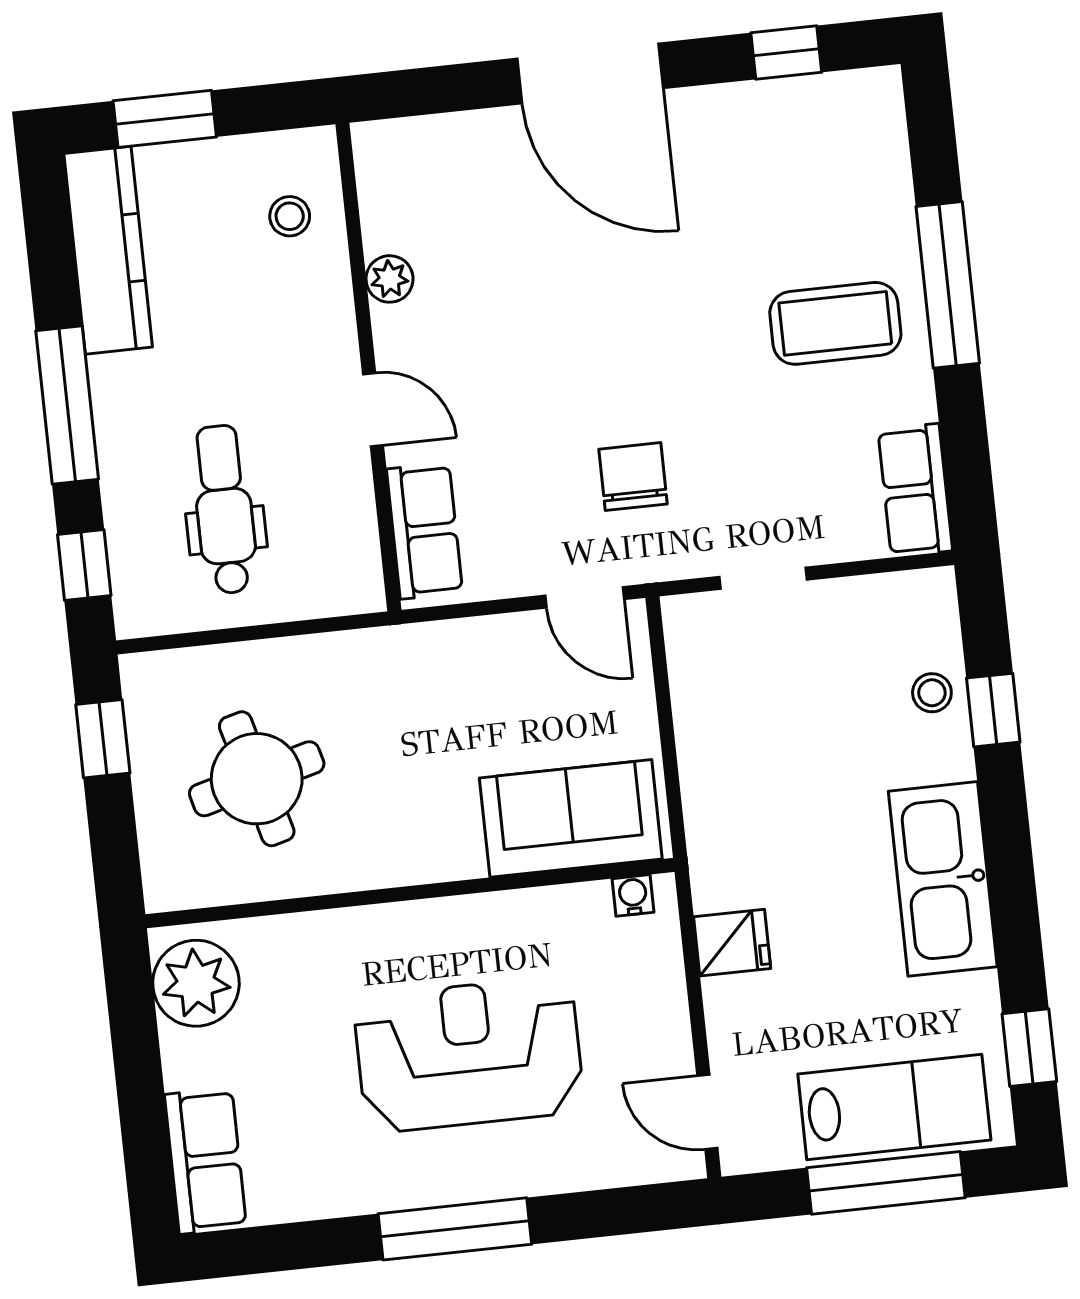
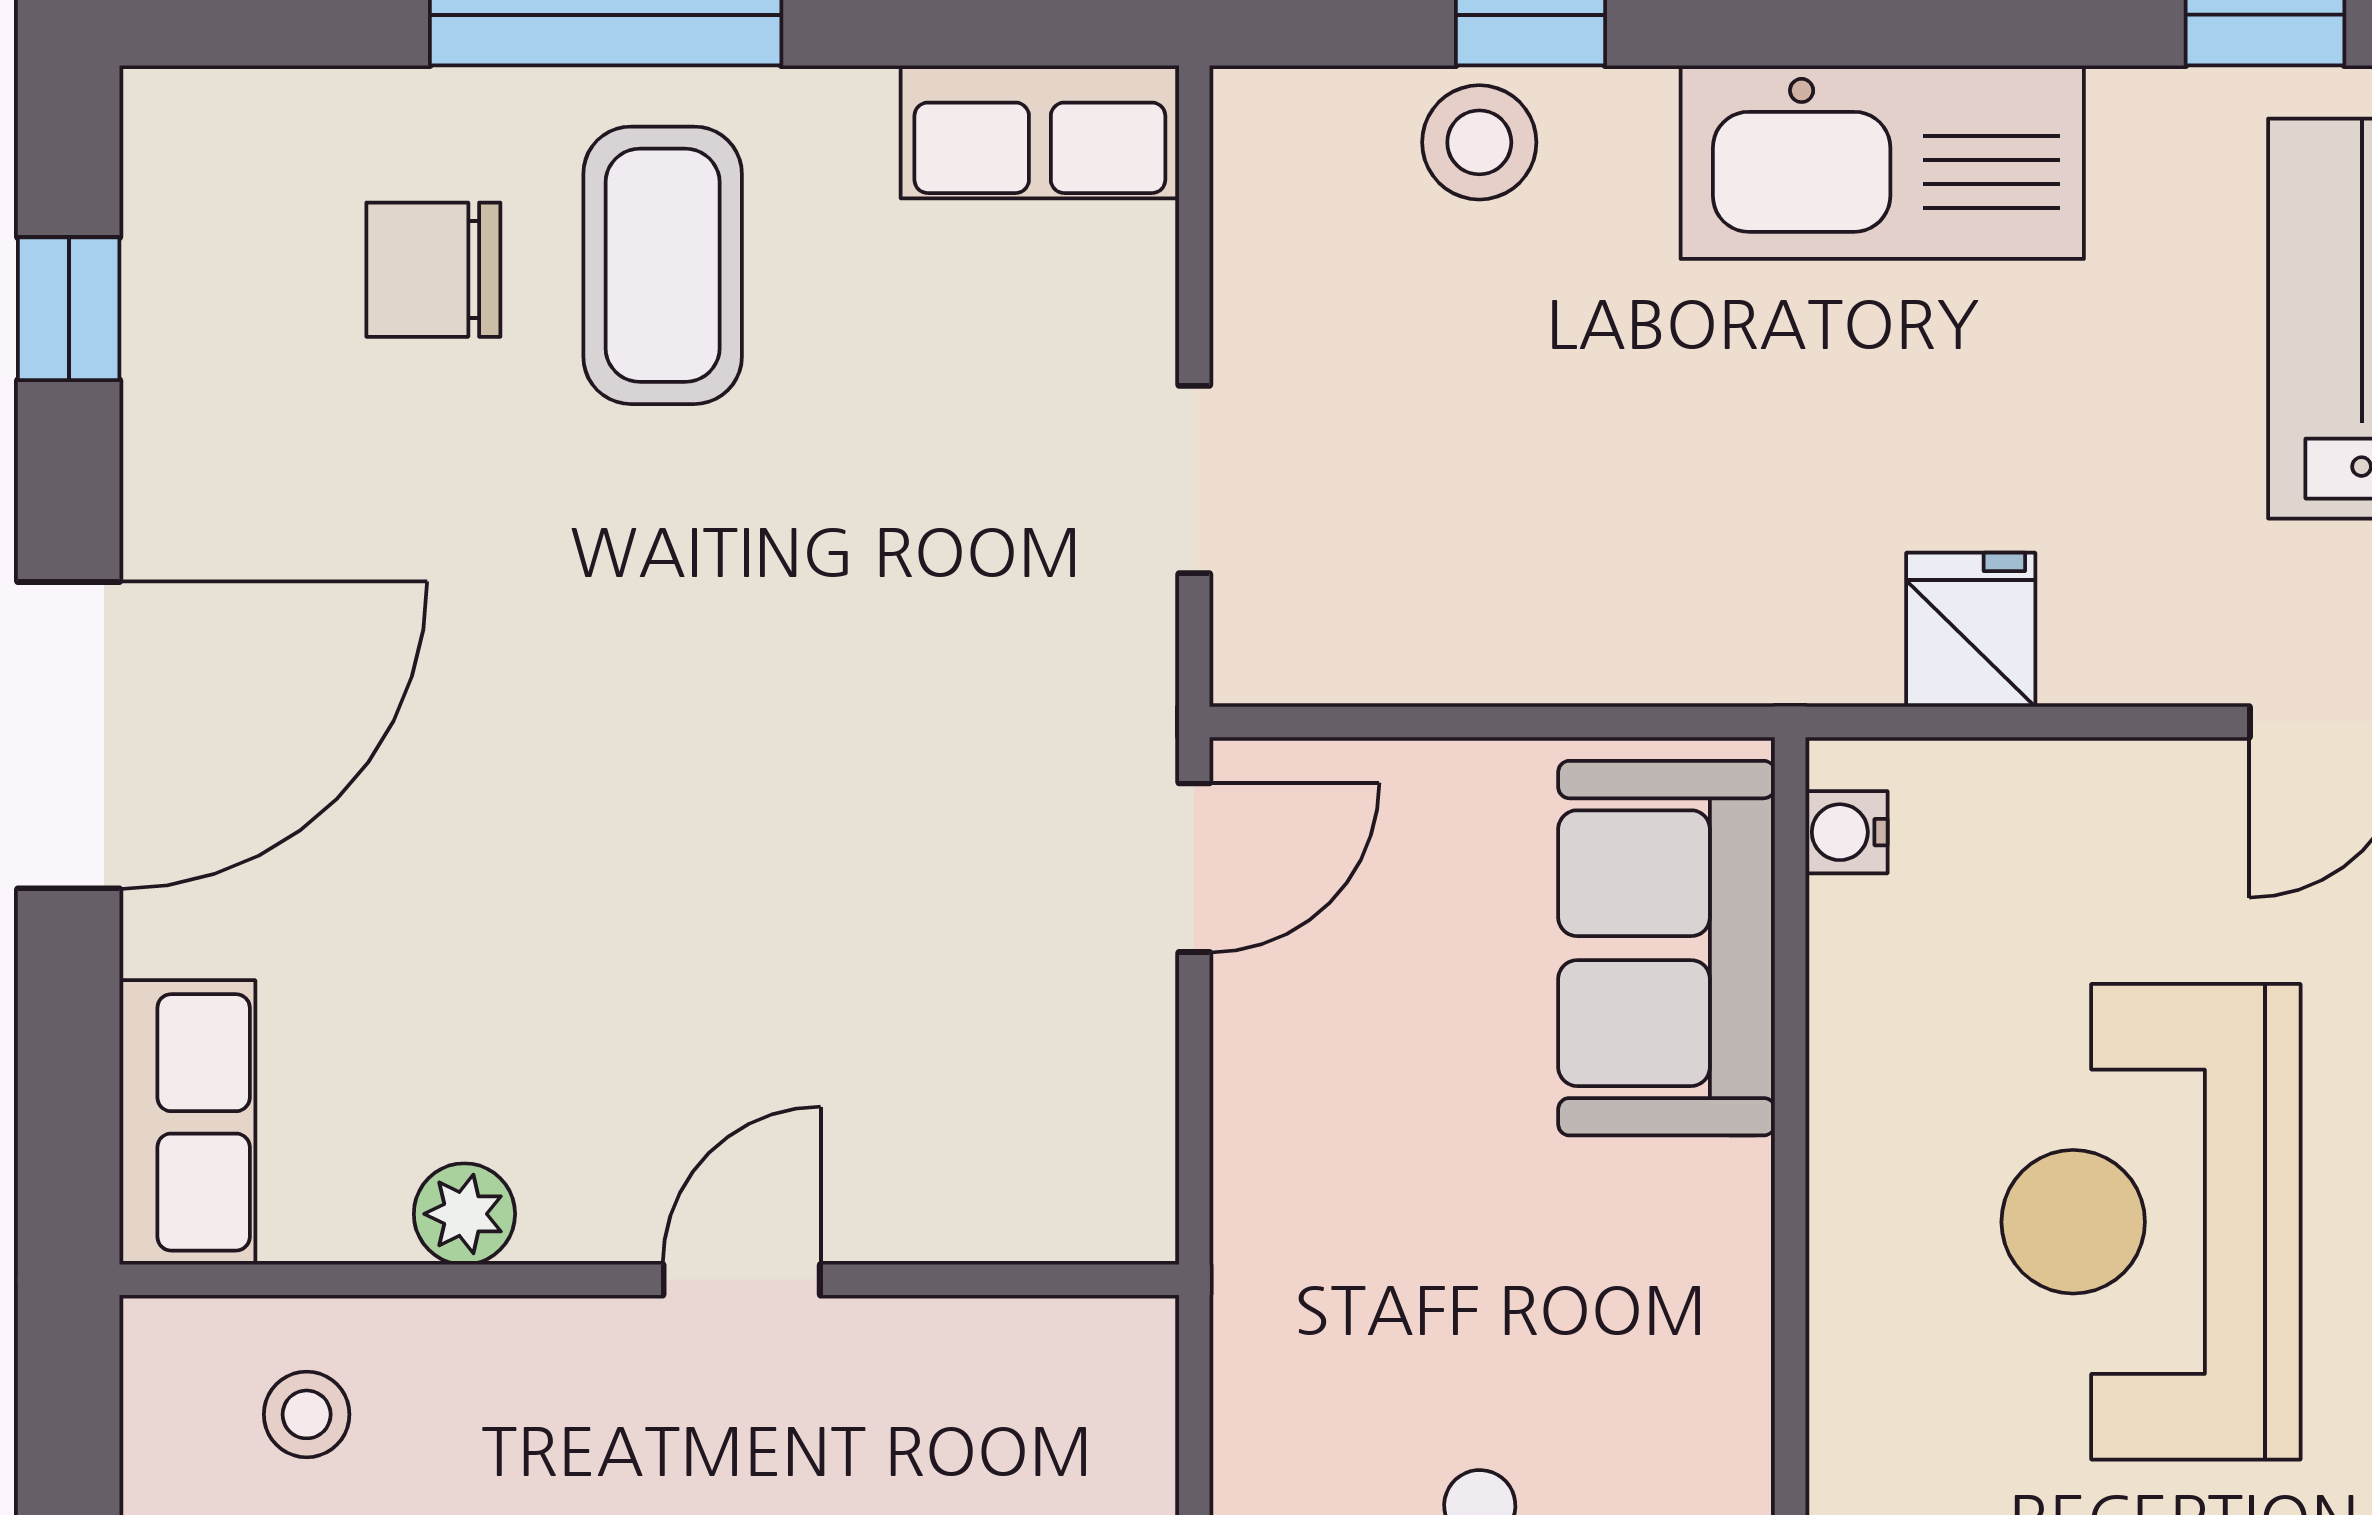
chair: (633, 477) -> (433, 270), moved
row of seats: (425, 531) -> (187, 1122), moved, turned 90
stool: (932, 693) -> (1479, 142), width x1.37, depth x1.37

